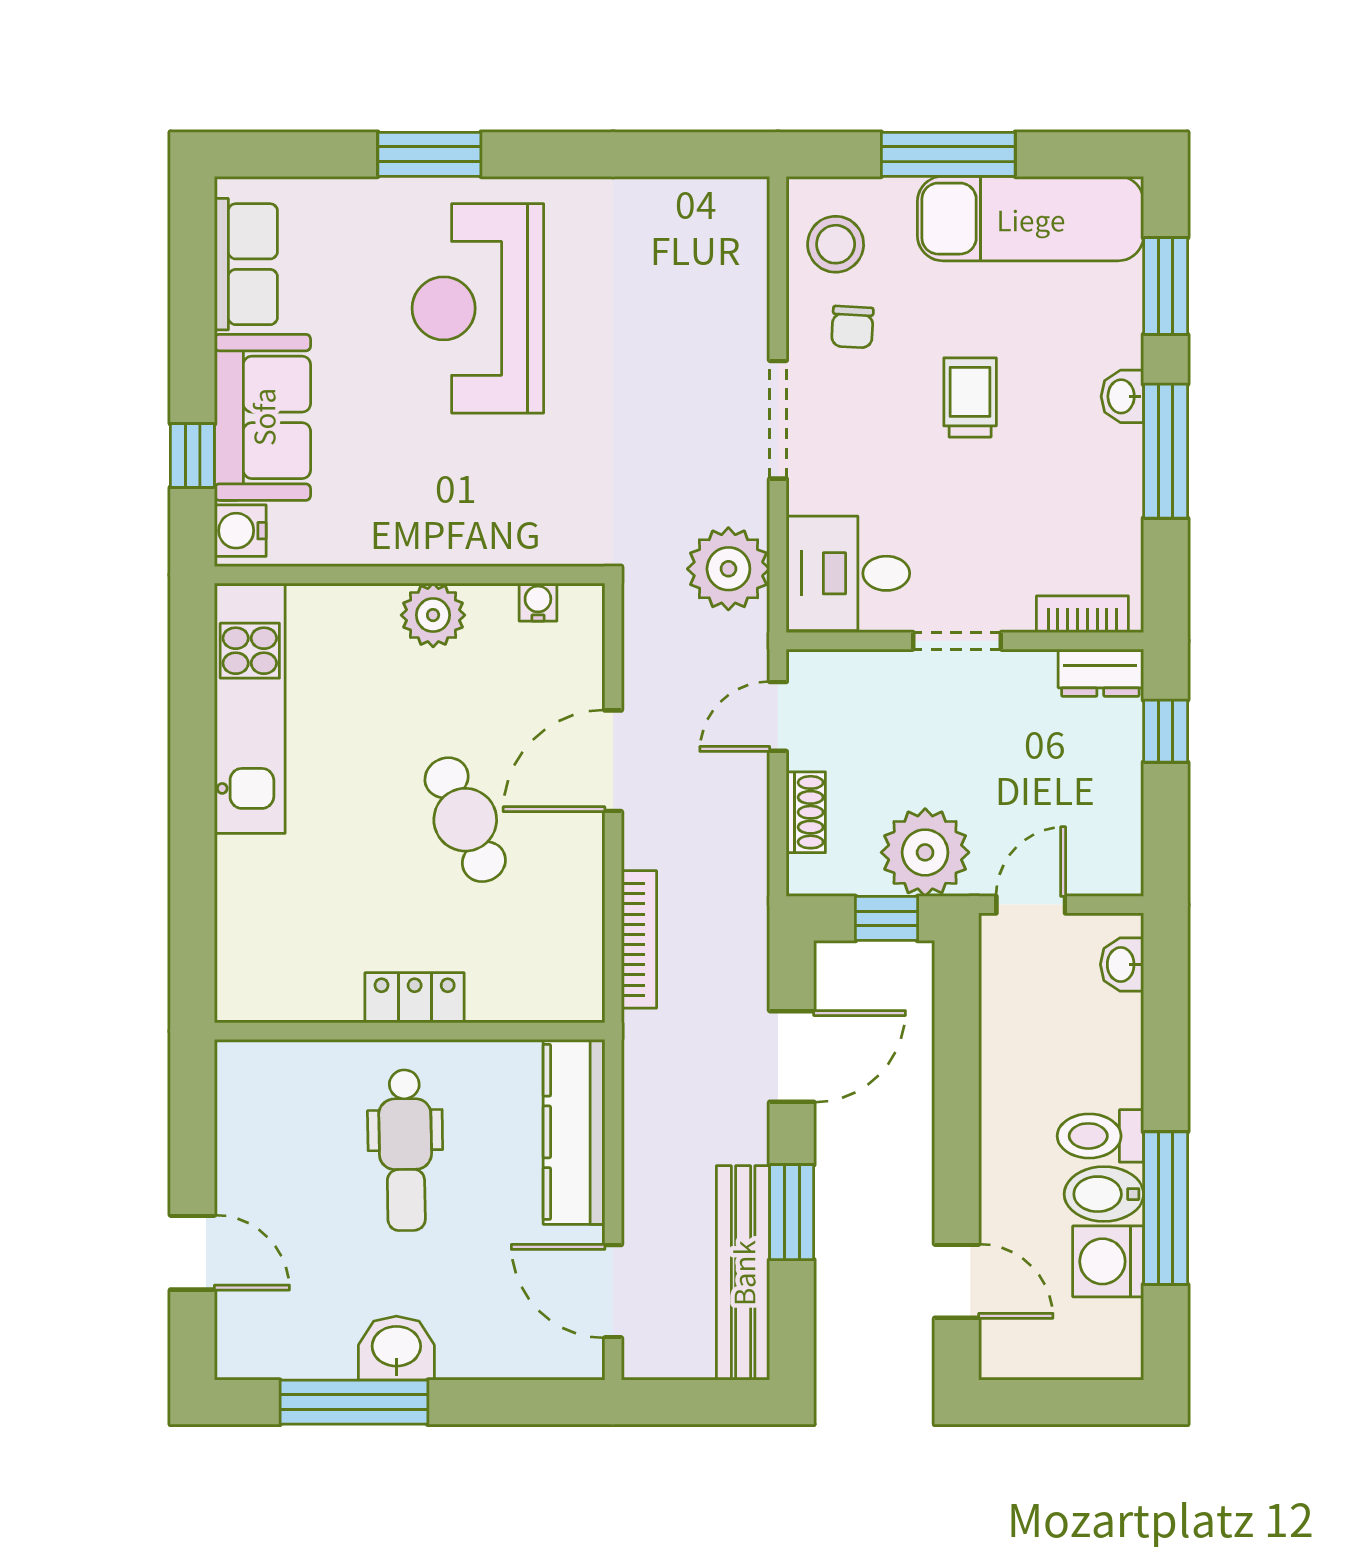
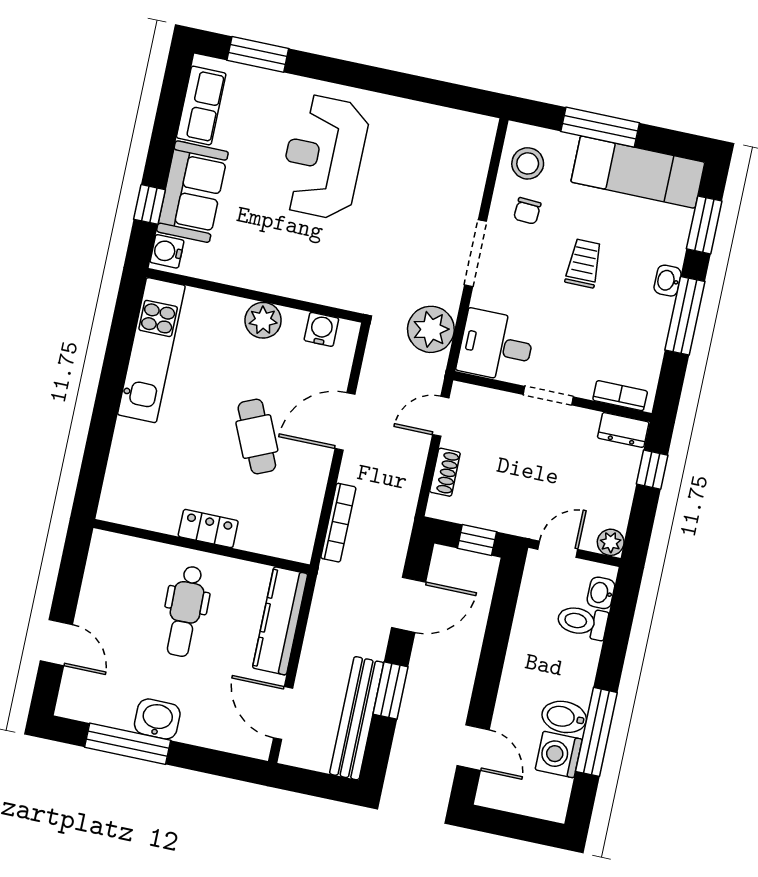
window: (429, 154) -> (258, 54), moved
water cooler: (538, 602) -> (321, 329), width x1.38, depth x1.38
plant: (925, 852) -> (611, 542), moved, width x0.53, depth x0.53
toilet: (1100, 1136) -> (582, 622), moved

